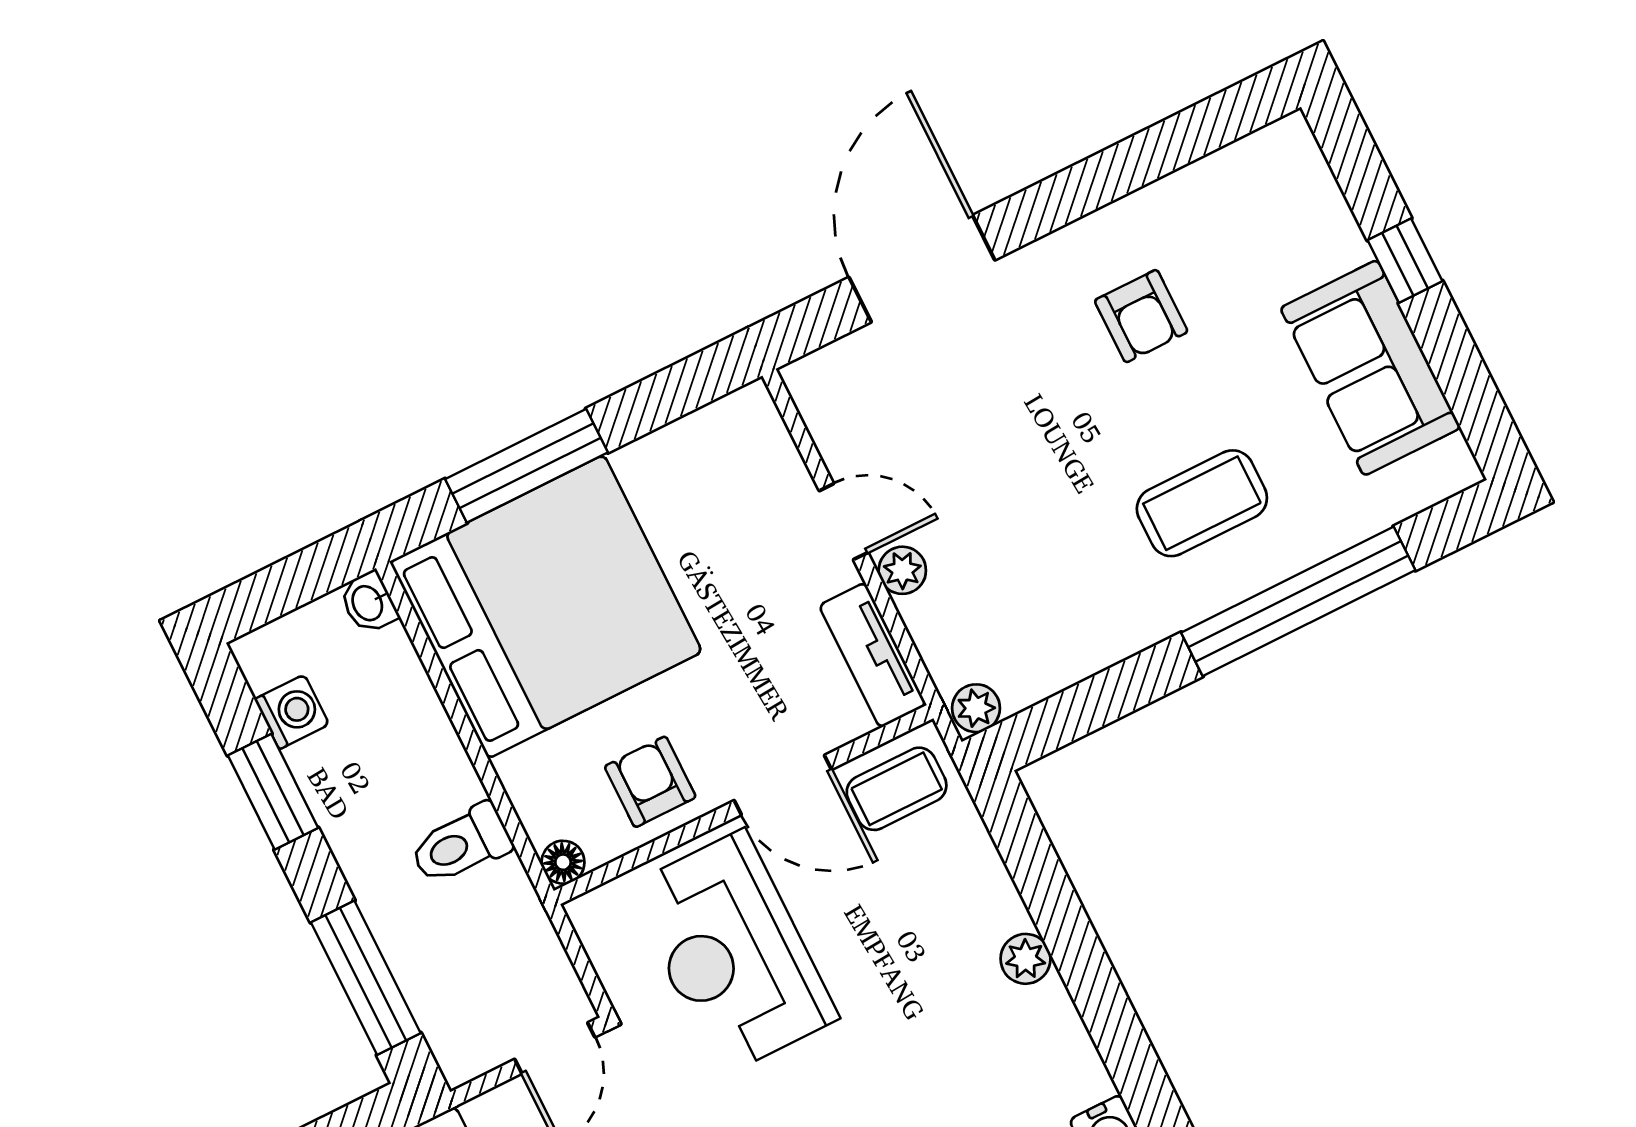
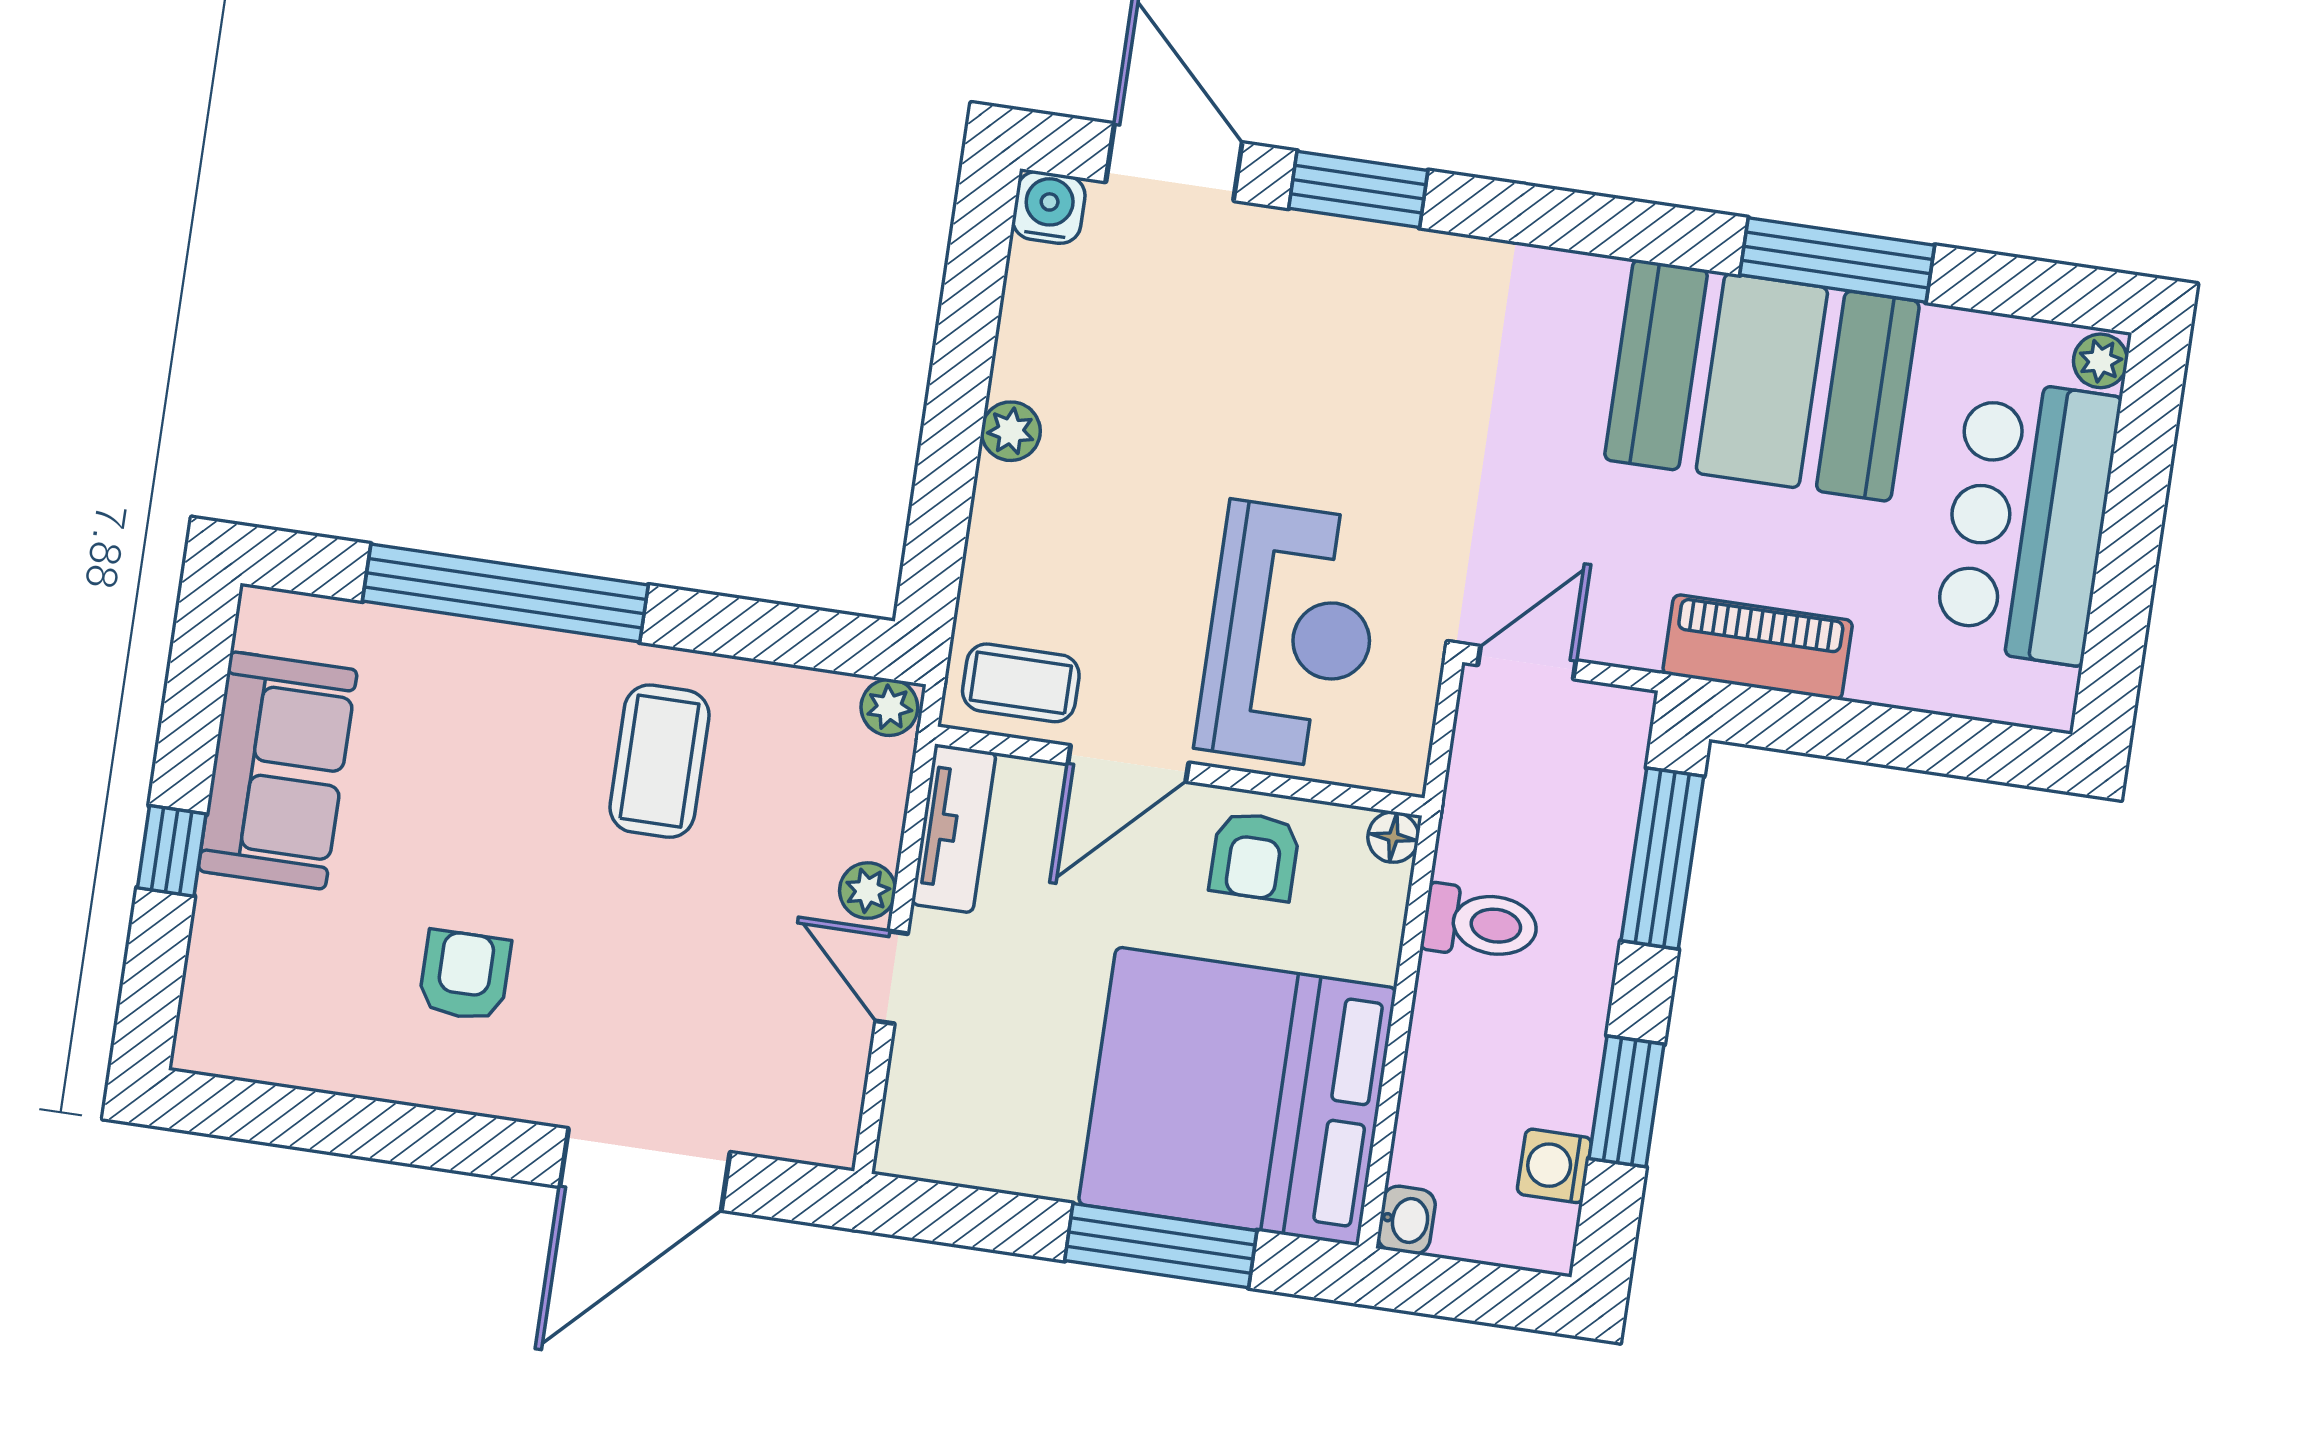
coffee table: (1202, 503) -> (659, 761), moved, turned 90
door: (783, 785) -> (1128, 763), swing flipped

